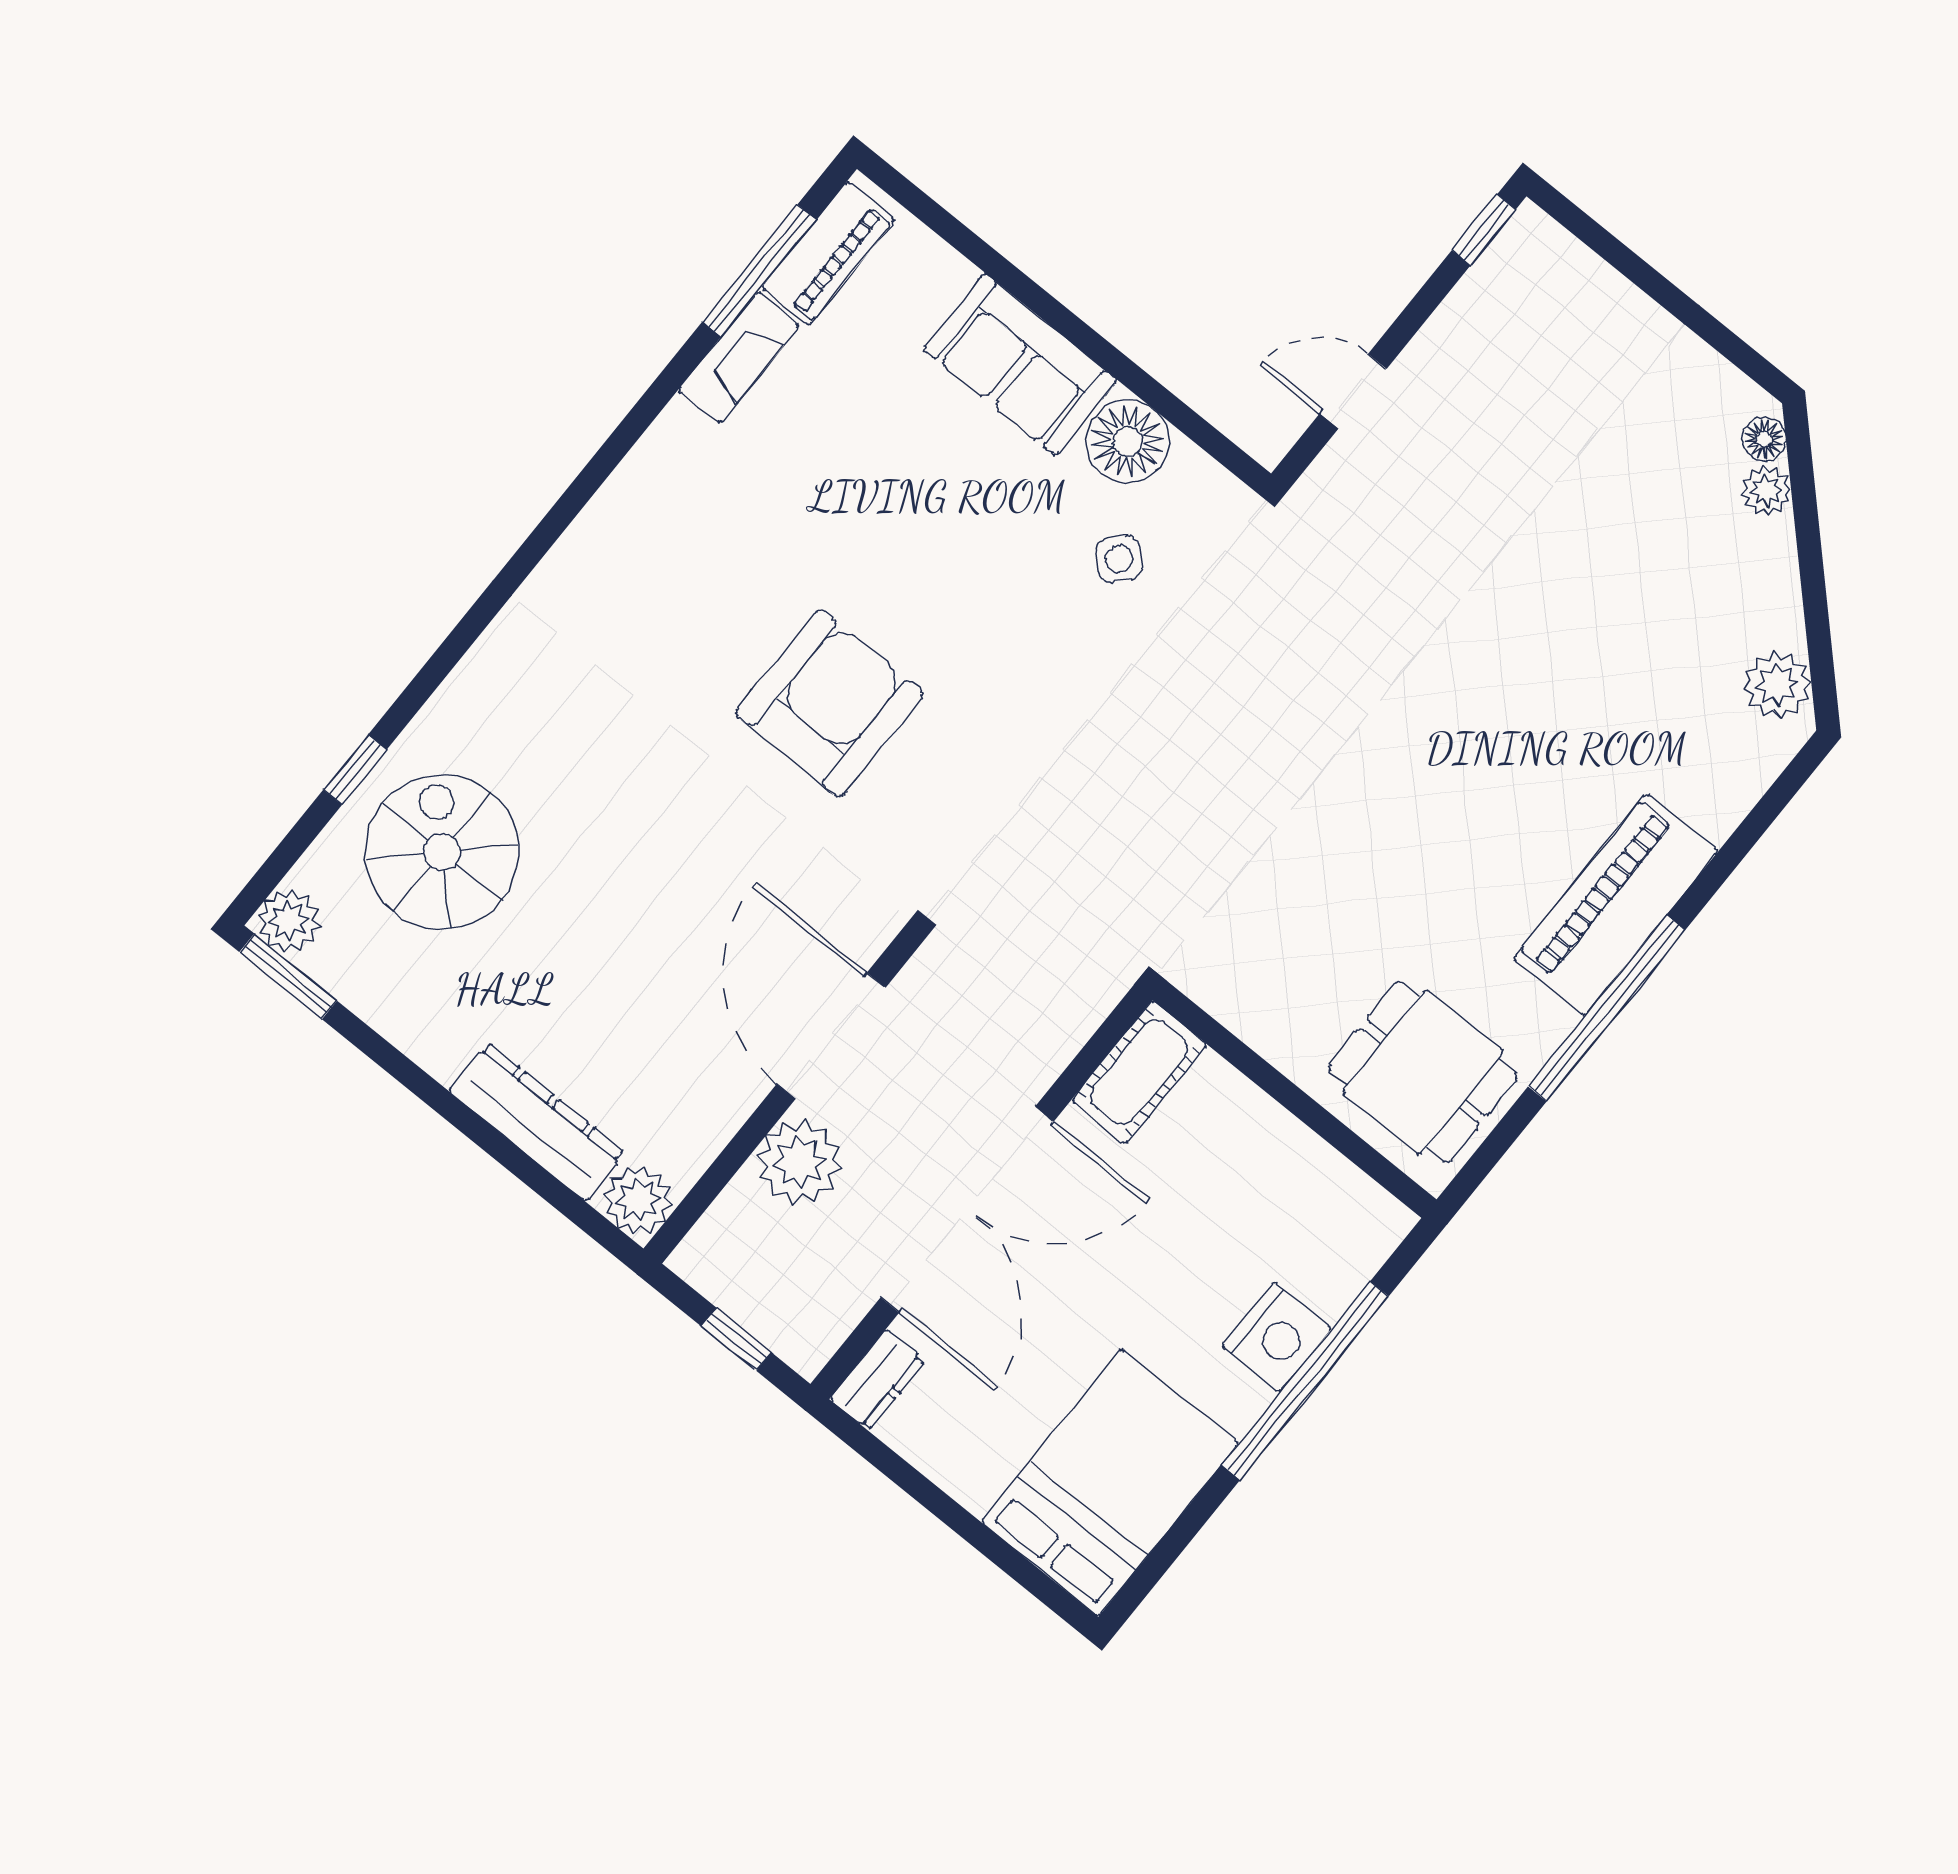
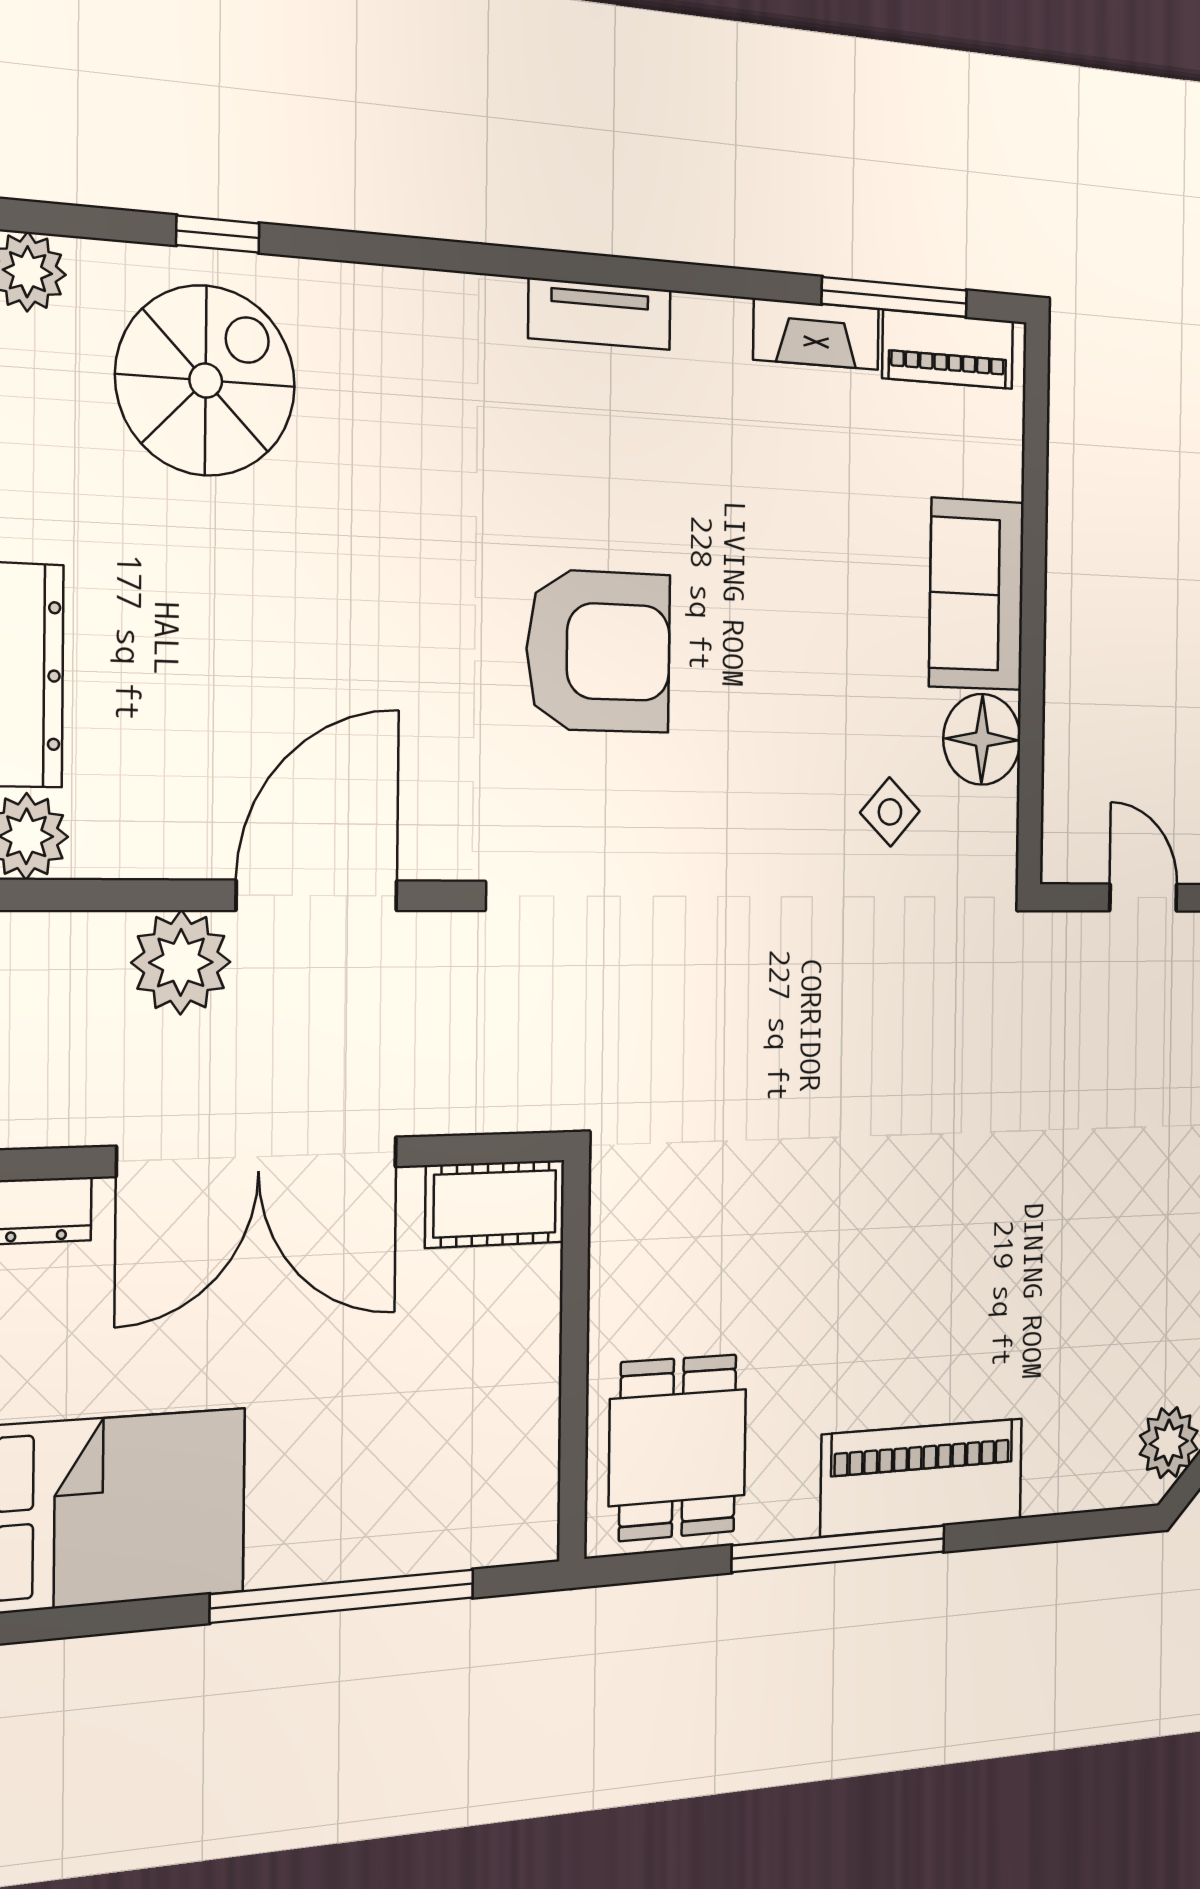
tv unit: (603, 523) -> (600, 314), added
nightstand: (1277, 1337) -> (362, 1535), removed

